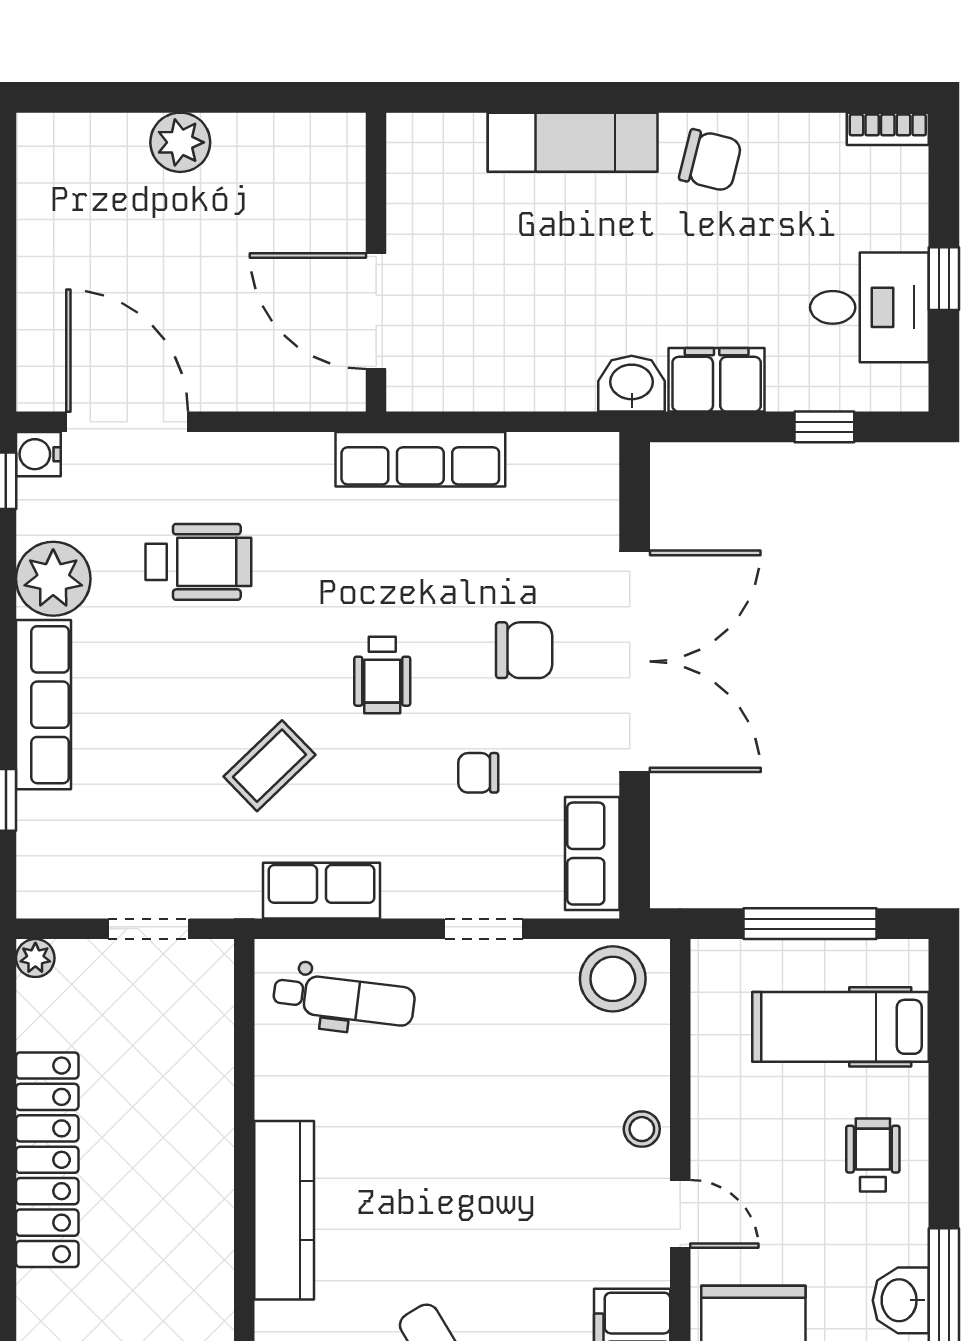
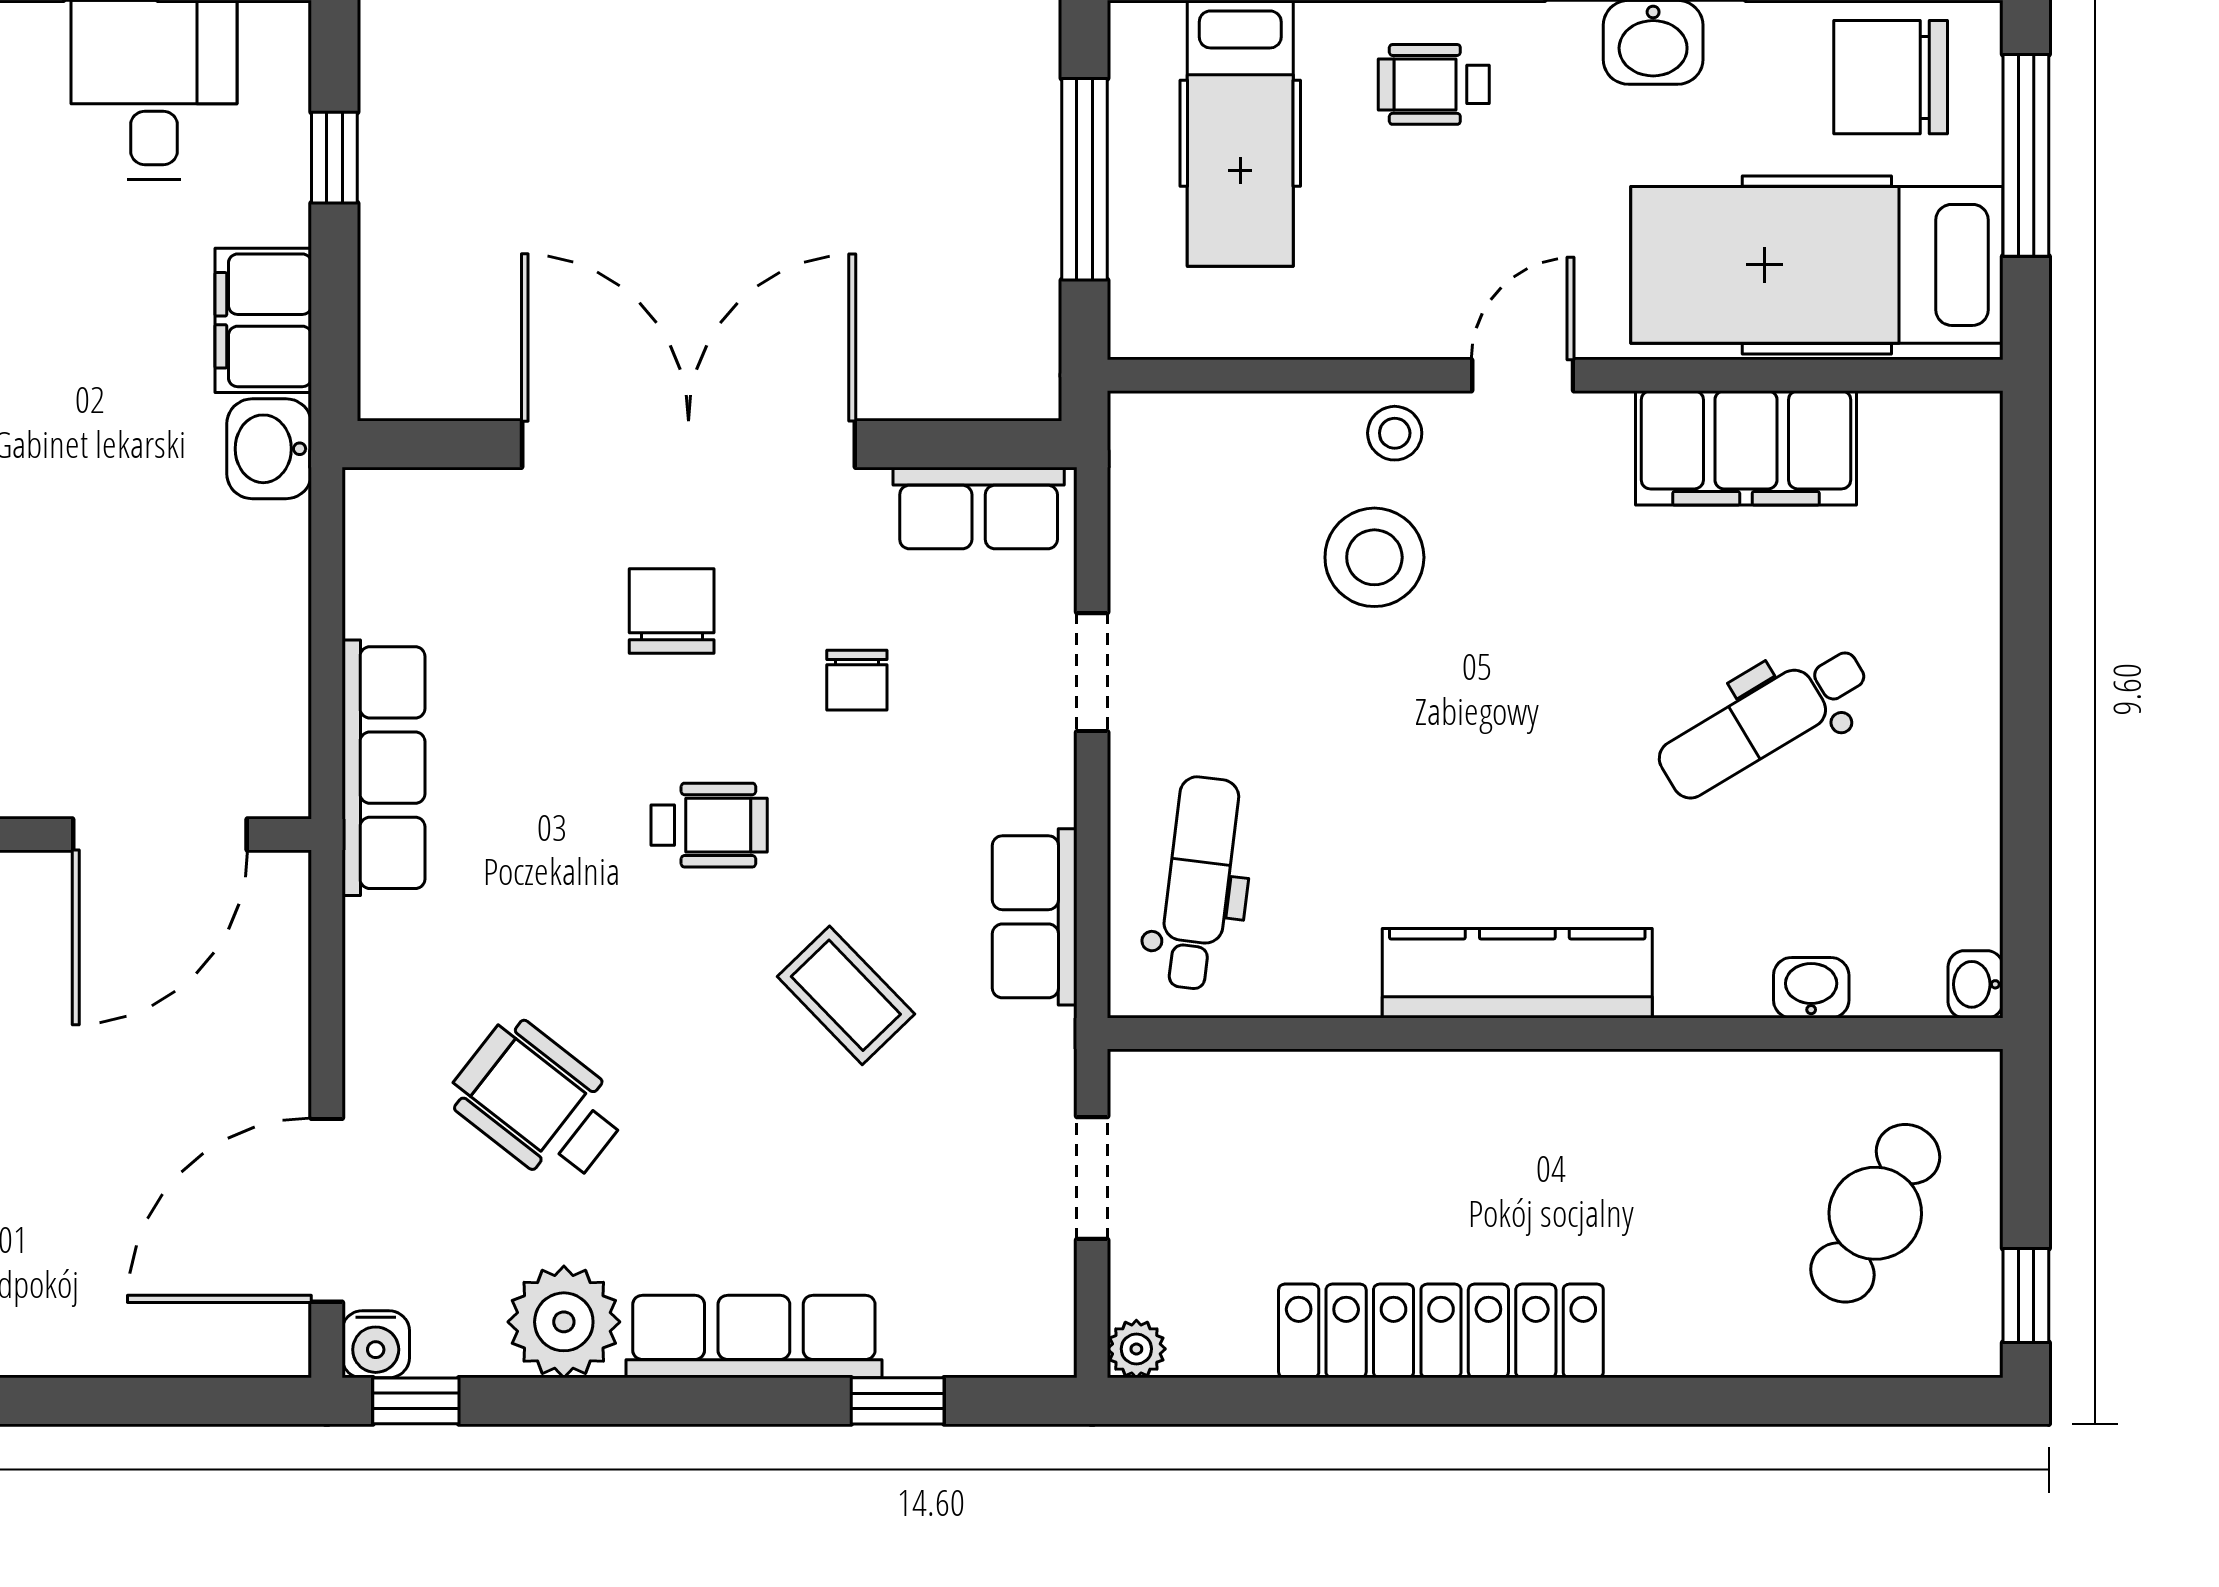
wheelchair: (198, 562) -> (538, 1103), turned -52
stool: (613, 979) -> (1374, 557), moved

